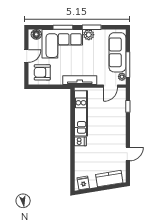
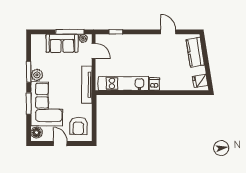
sofa: (117, 52) -> (62, 43), width x0.73

